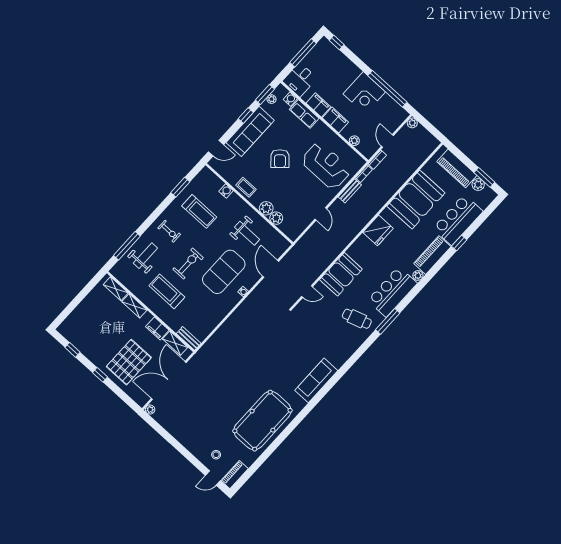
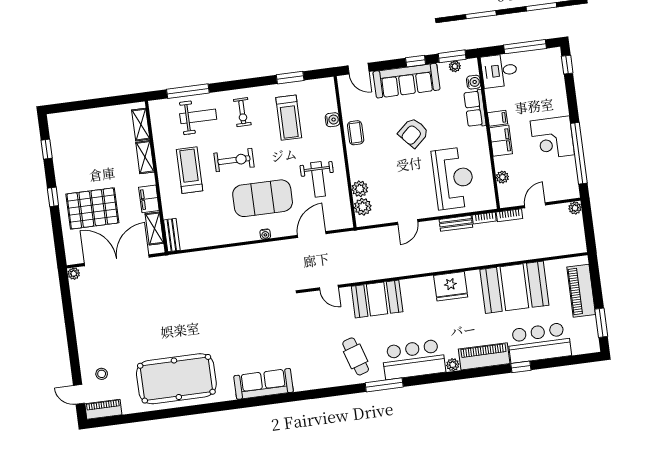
filing cabinet: (318, 105) -> (497, 118), width x0.50
plant: (478, 185) -> (589, 325), removed
plant: (266, 208) -> (363, 207), moved

